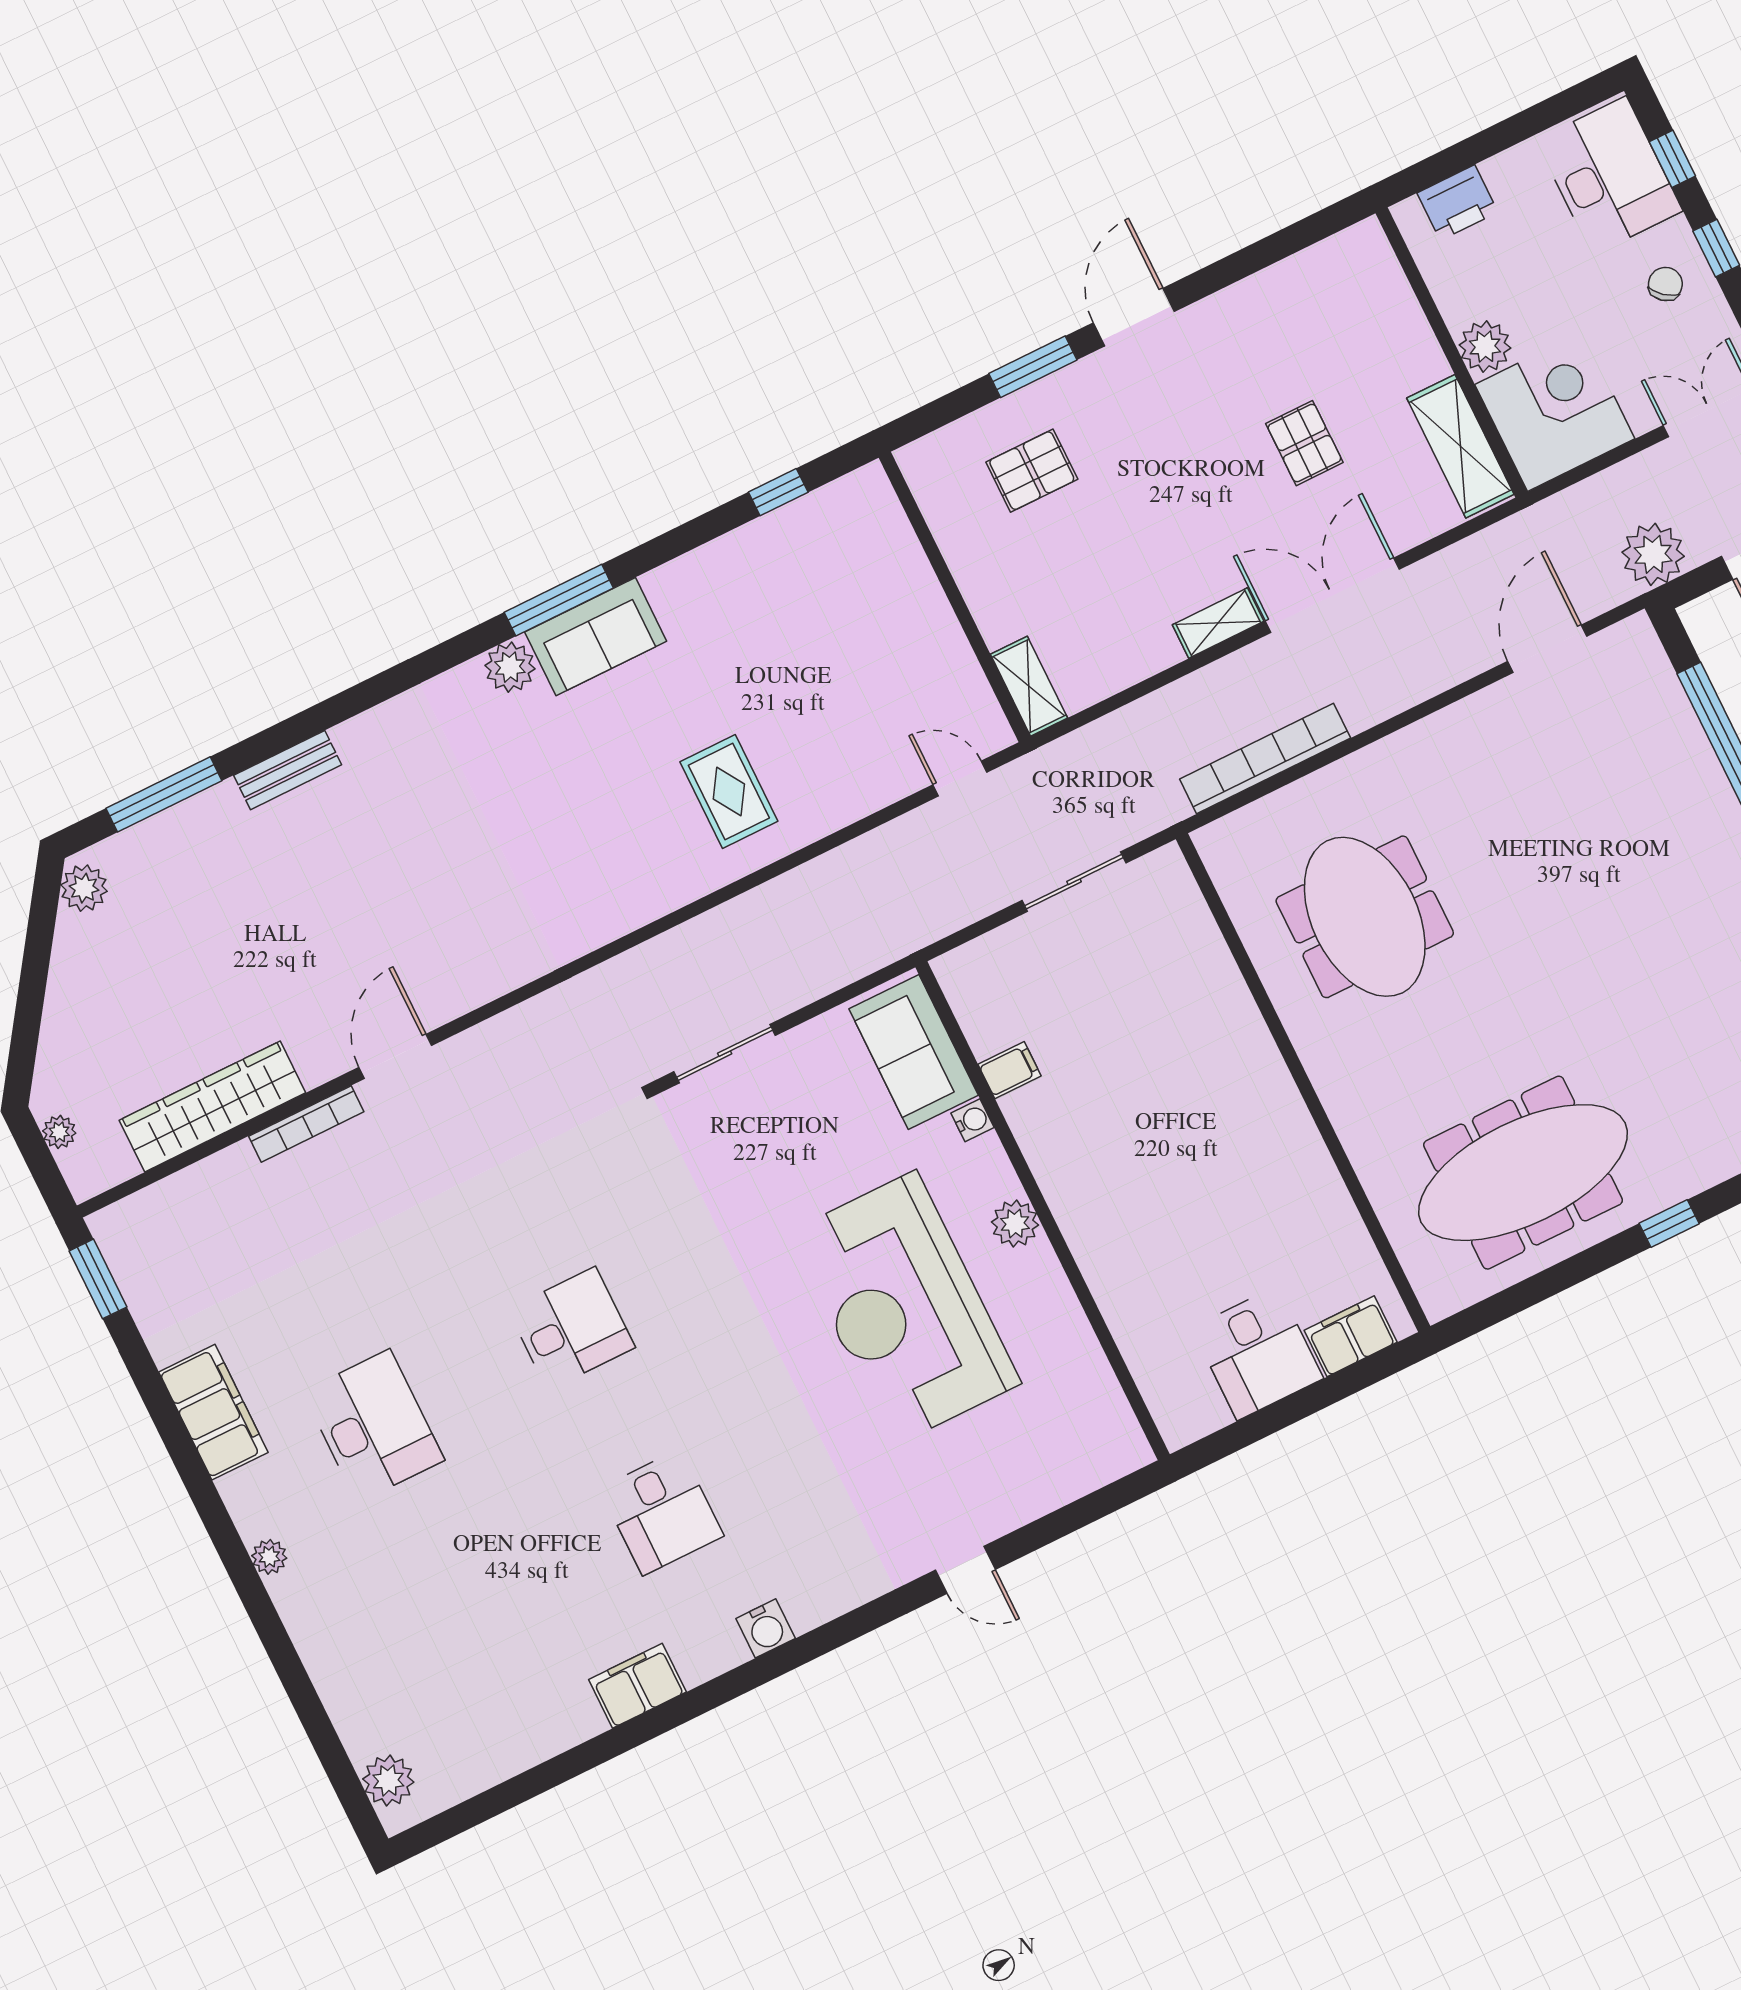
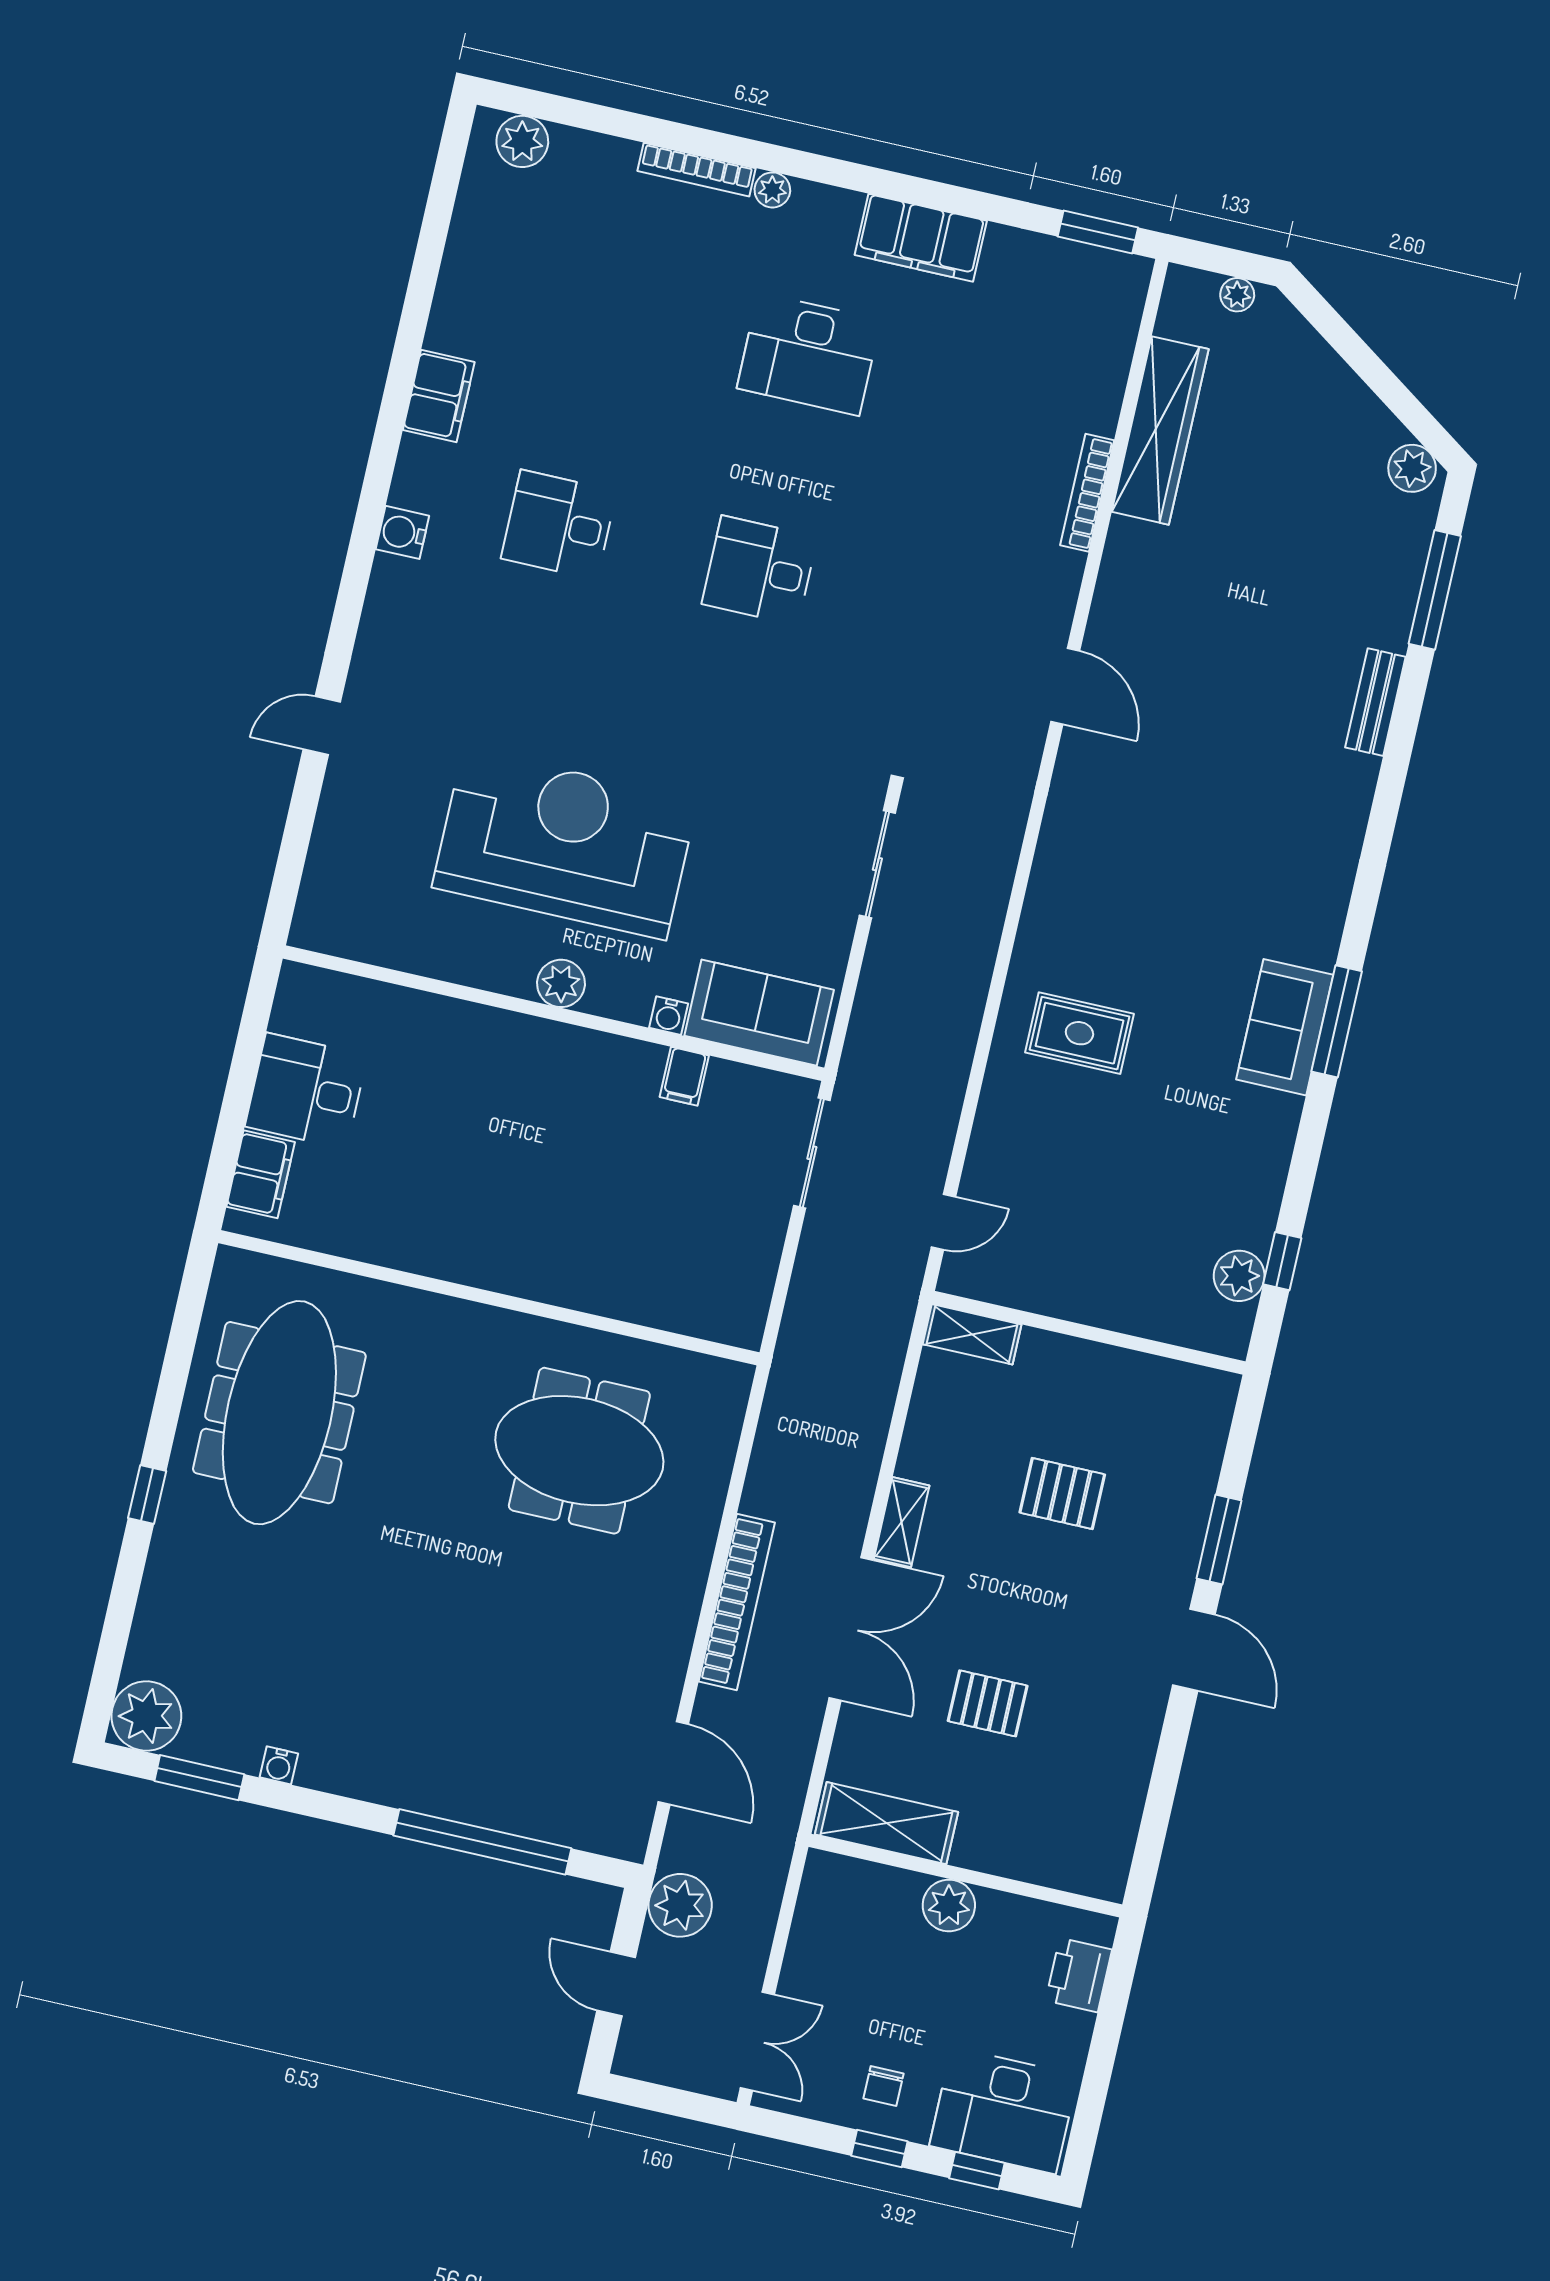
chair: (1665, 284) -> (884, 2086), turned 51
corner desk: (1555, 412) -> (854, 1919), removed
pallet: (1032, 471) -> (1062, 1494), moved, turned 90
plant: (510, 667) -> (1239, 1276), moved
bookcase: (1265, 759) -> (737, 1602), moved
sliding door: (1074, 882) -> (812, 1153), moved
door: (395, 1056) -> (1065, 686), moved
desk: (571, 1329) -> (760, 570), turned 90
bookcase: (301, 1628) -> (697, 170), added

